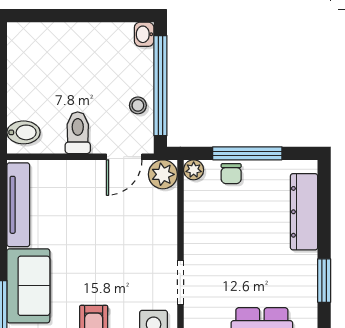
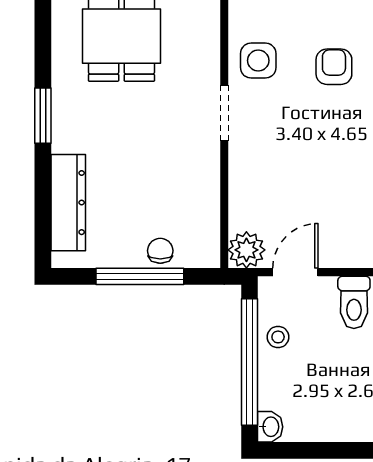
plant: (194, 170) -> (208, 256), removed

